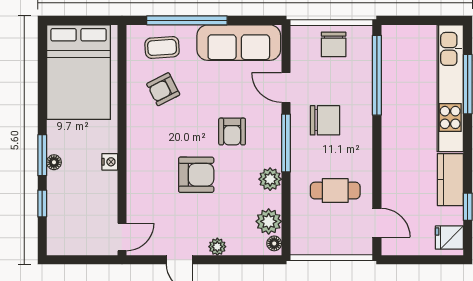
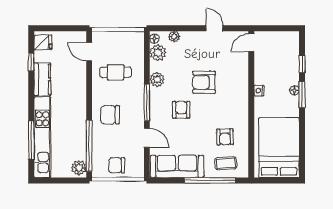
plant: (393, 40) -> (79, 168), added
chair: (334, 44) -> (117, 165), turned -90
armchair: (163, 89) -> (225, 137), turned 115
chair: (325, 120) -> (110, 115), moved
plant: (217, 247) -> (174, 37), moved

